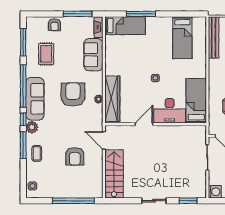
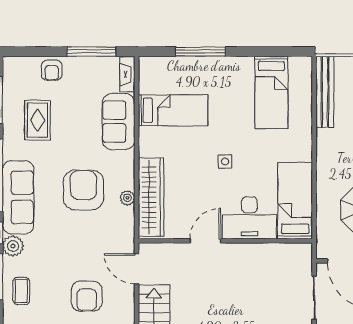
bed: (125, 26) -> (173, 110), moved

